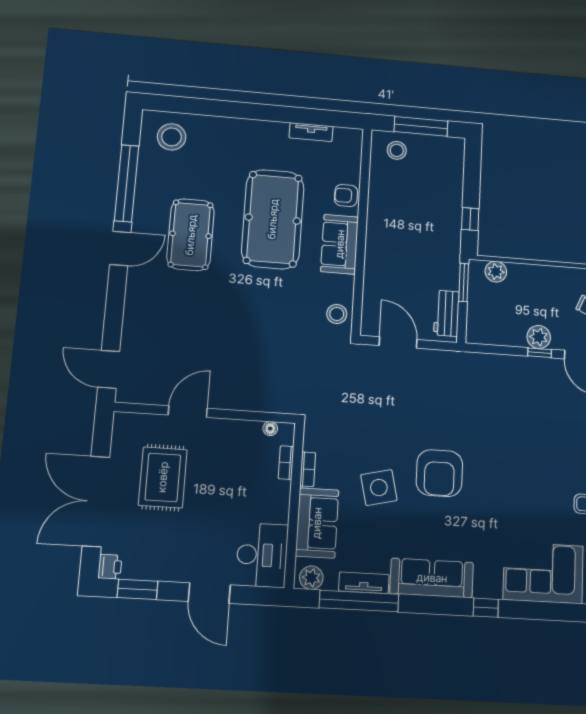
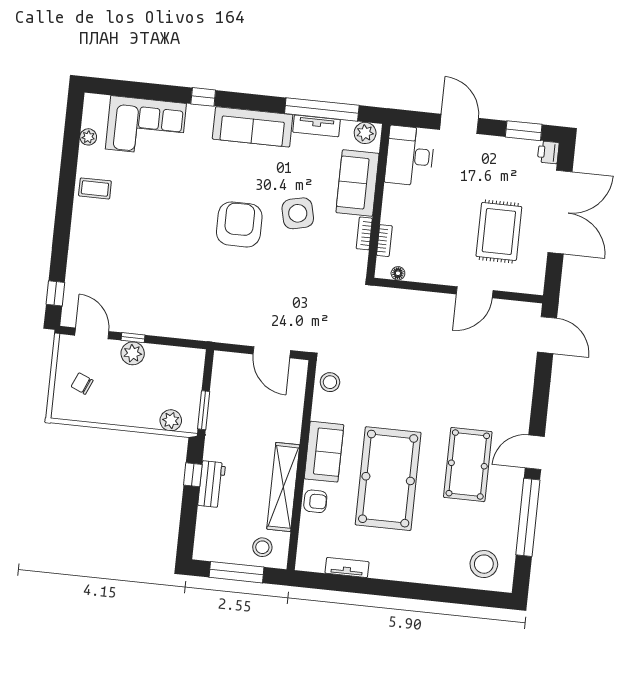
shelving: (379, 209) -> (283, 487), added
workbench: (446, 313) -> (212, 484), moved

